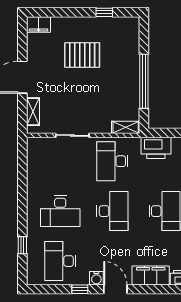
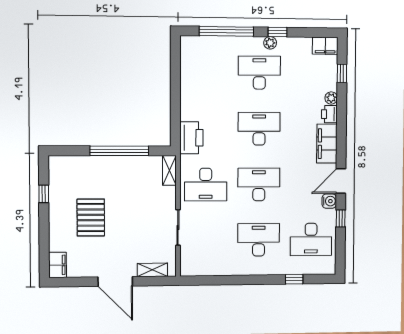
desk: (60, 211) -> (259, 240), turned -90

